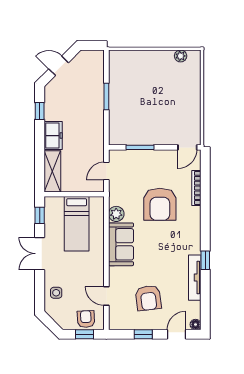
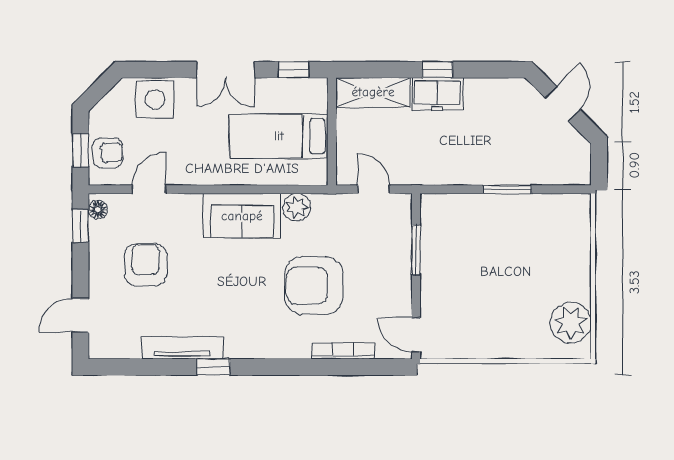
plant: (181, 56) -> (571, 323), width x1.88, depth x1.88
window: (40, 111) -> (437, 70), moved
double door: (40, 254) -> (225, 70), swing flipped
side table: (56, 293) -> (155, 99), width x1.87, depth x1.87
armchair: (148, 298) -> (146, 265), turned 97
floor lamp: (196, 325) -> (98, 210), moved
window: (143, 334) -> (80, 226), moved
door: (176, 334) -> (80, 315), swing flipped

